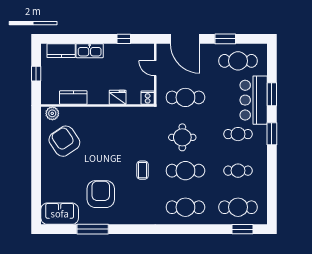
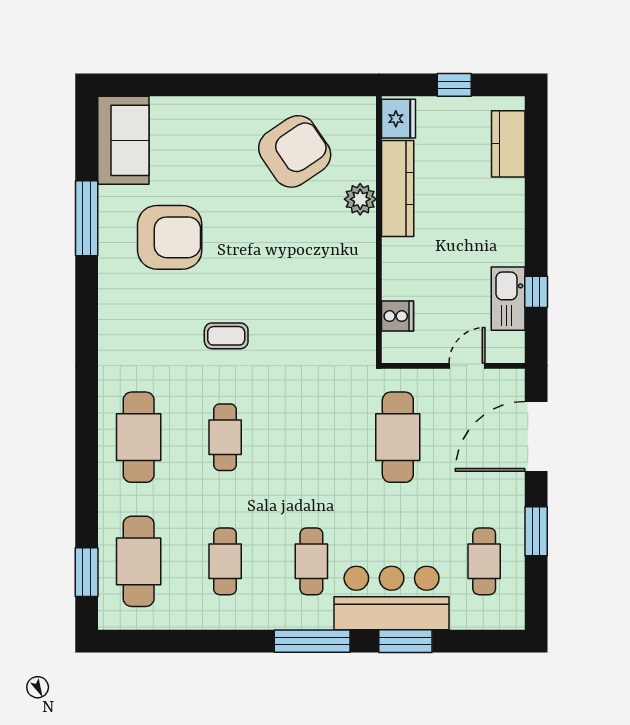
kitchen sink: (90, 51) -> (508, 299), moved
cafe table: (238, 61) -> (484, 561), width x0.73, depth x0.74
kitchen counter: (73, 97) -> (398, 189), width x1.50
fridge: (118, 97) -> (398, 119), moved
cooker: (148, 98) -> (398, 316), moved
plant: (52, 113) -> (360, 199), moved
window: (272, 134) -> (312, 641), width x1.44
round table: (182, 137) -> (304, 430), removed
cafe table: (185, 171) -> (225, 437), width x0.73, depth x0.74

